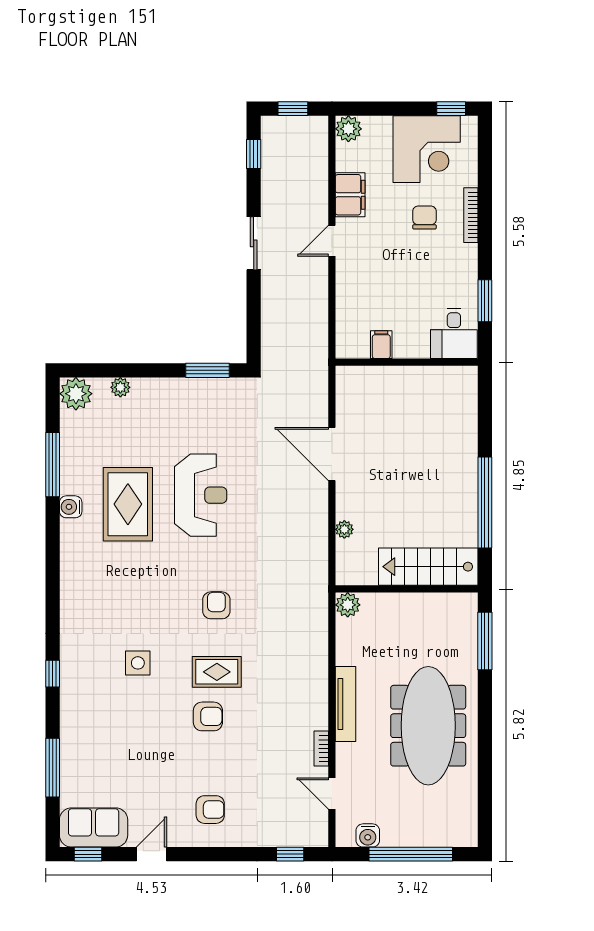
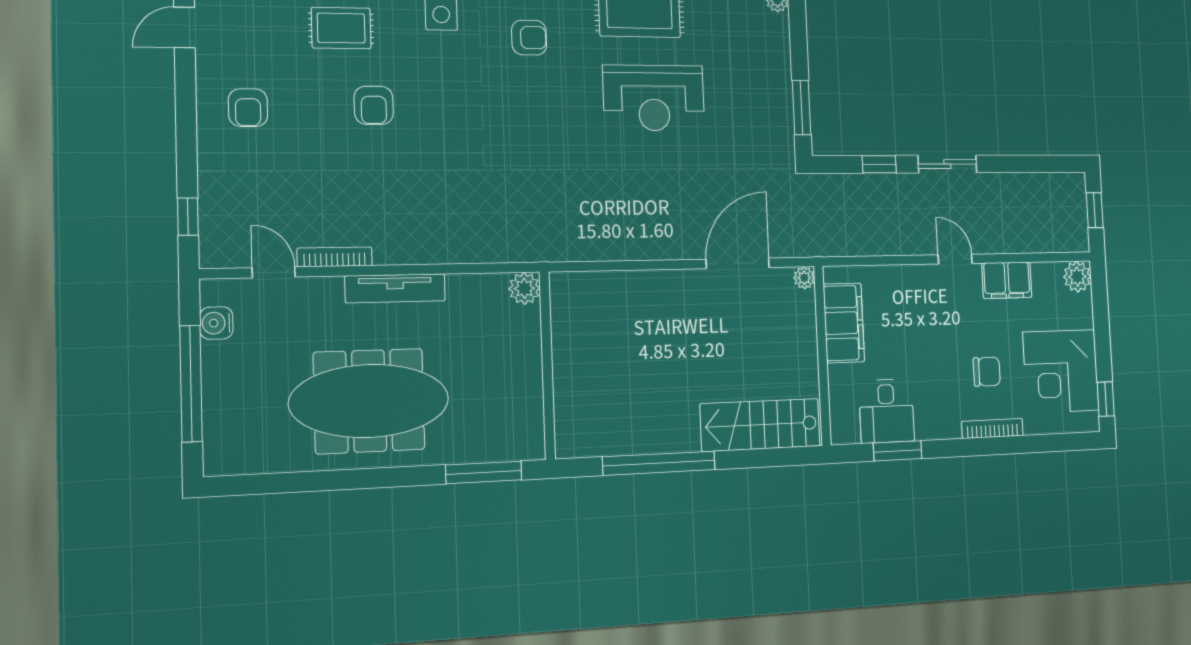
window: (254, 154) -> (879, 164), moved
desk: (454, 334) -> (887, 411), moved, turned -90
filing cabinet: (381, 345) -> (844, 323), width x3.00, depth x1.17
door: (332, 454) -> (738, 263), moved
plant: (344, 529) -> (804, 278), moved
stairs: (428, 567) -> (760, 425), moved, turned -90
armchair: (216, 605) -> (529, 38), moved
rug: (217, 672) -> (341, 28), moved, turned 90
bookcase: (321, 749) -> (335, 257), width x1.56
door: (332, 793) -> (274, 272), hinge flipped
door: (151, 854) -> (184, 27), swing flipped

